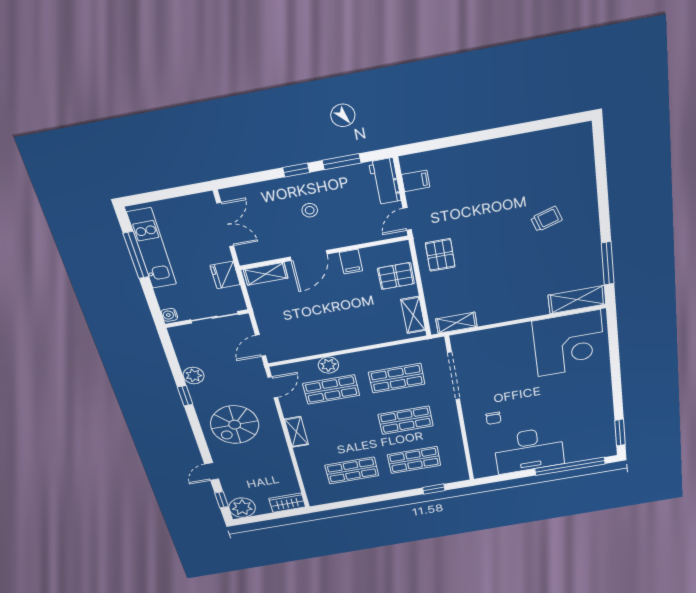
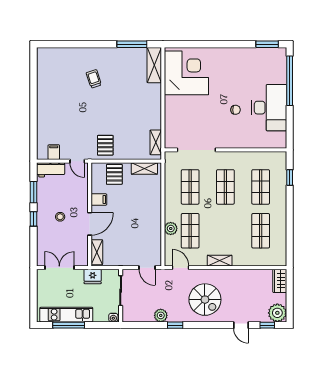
pallet: (440, 255) -> (105, 145), turned 90
door: (309, 256) -> (90, 224), hinge flipped
chair: (493, 418) -> (236, 110), moved

